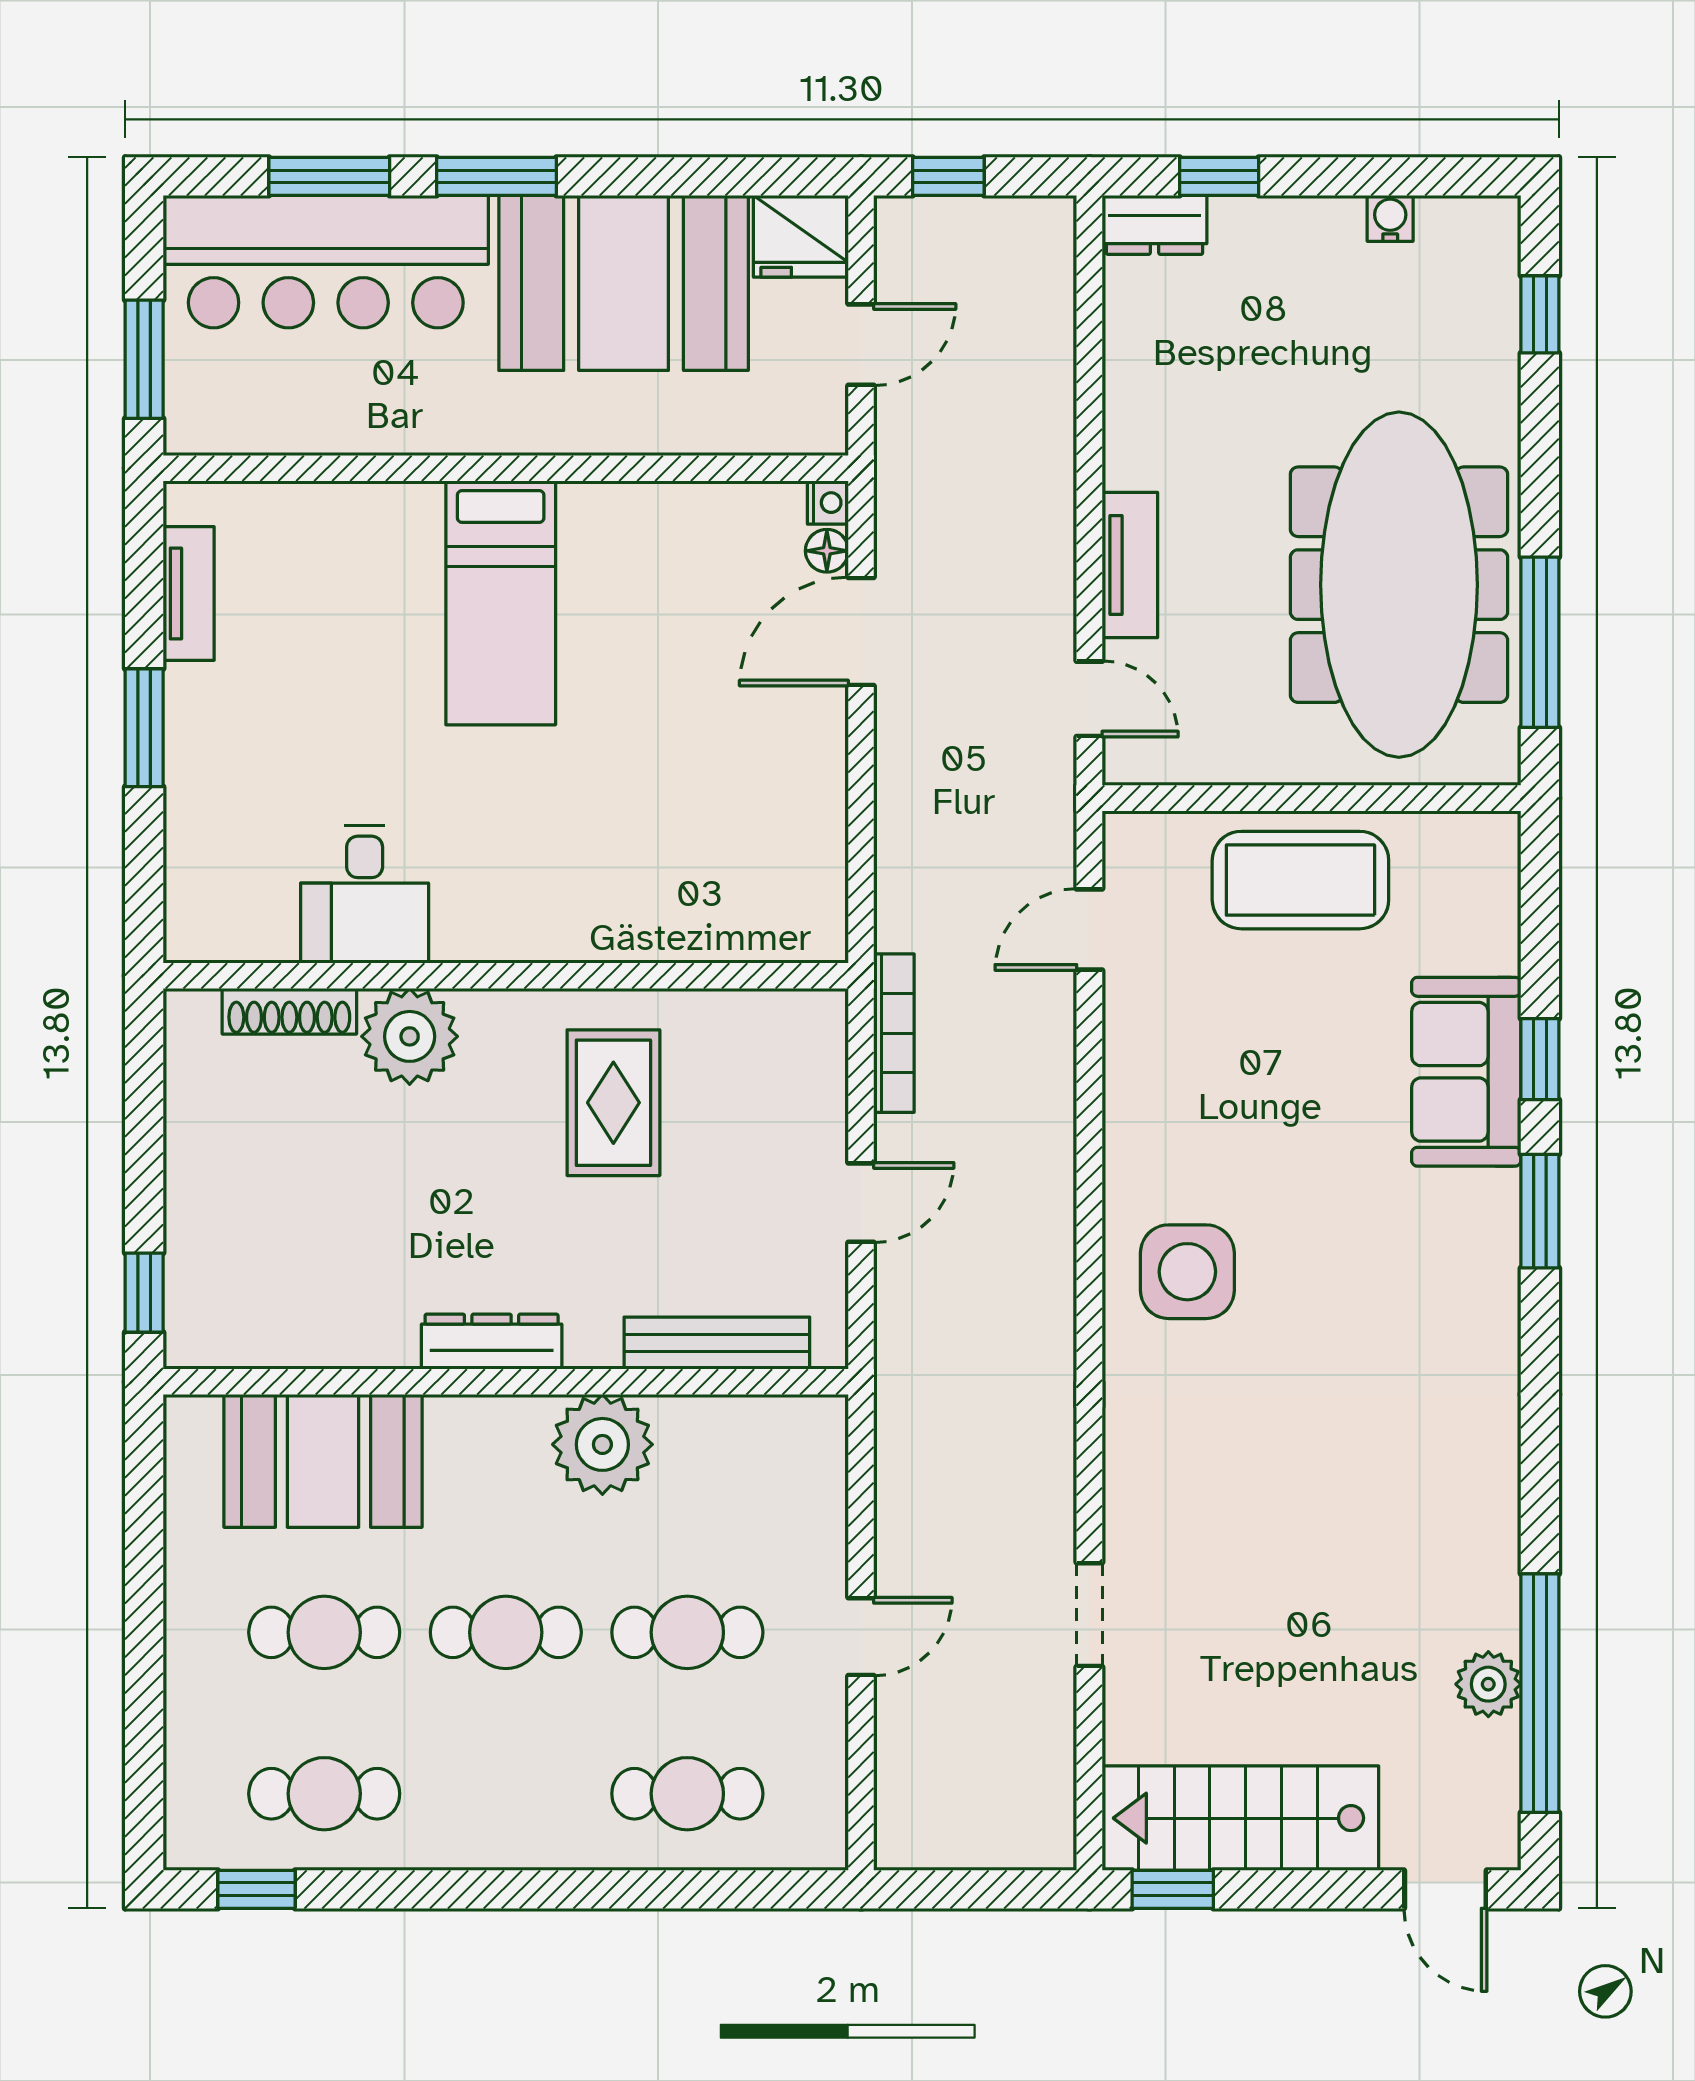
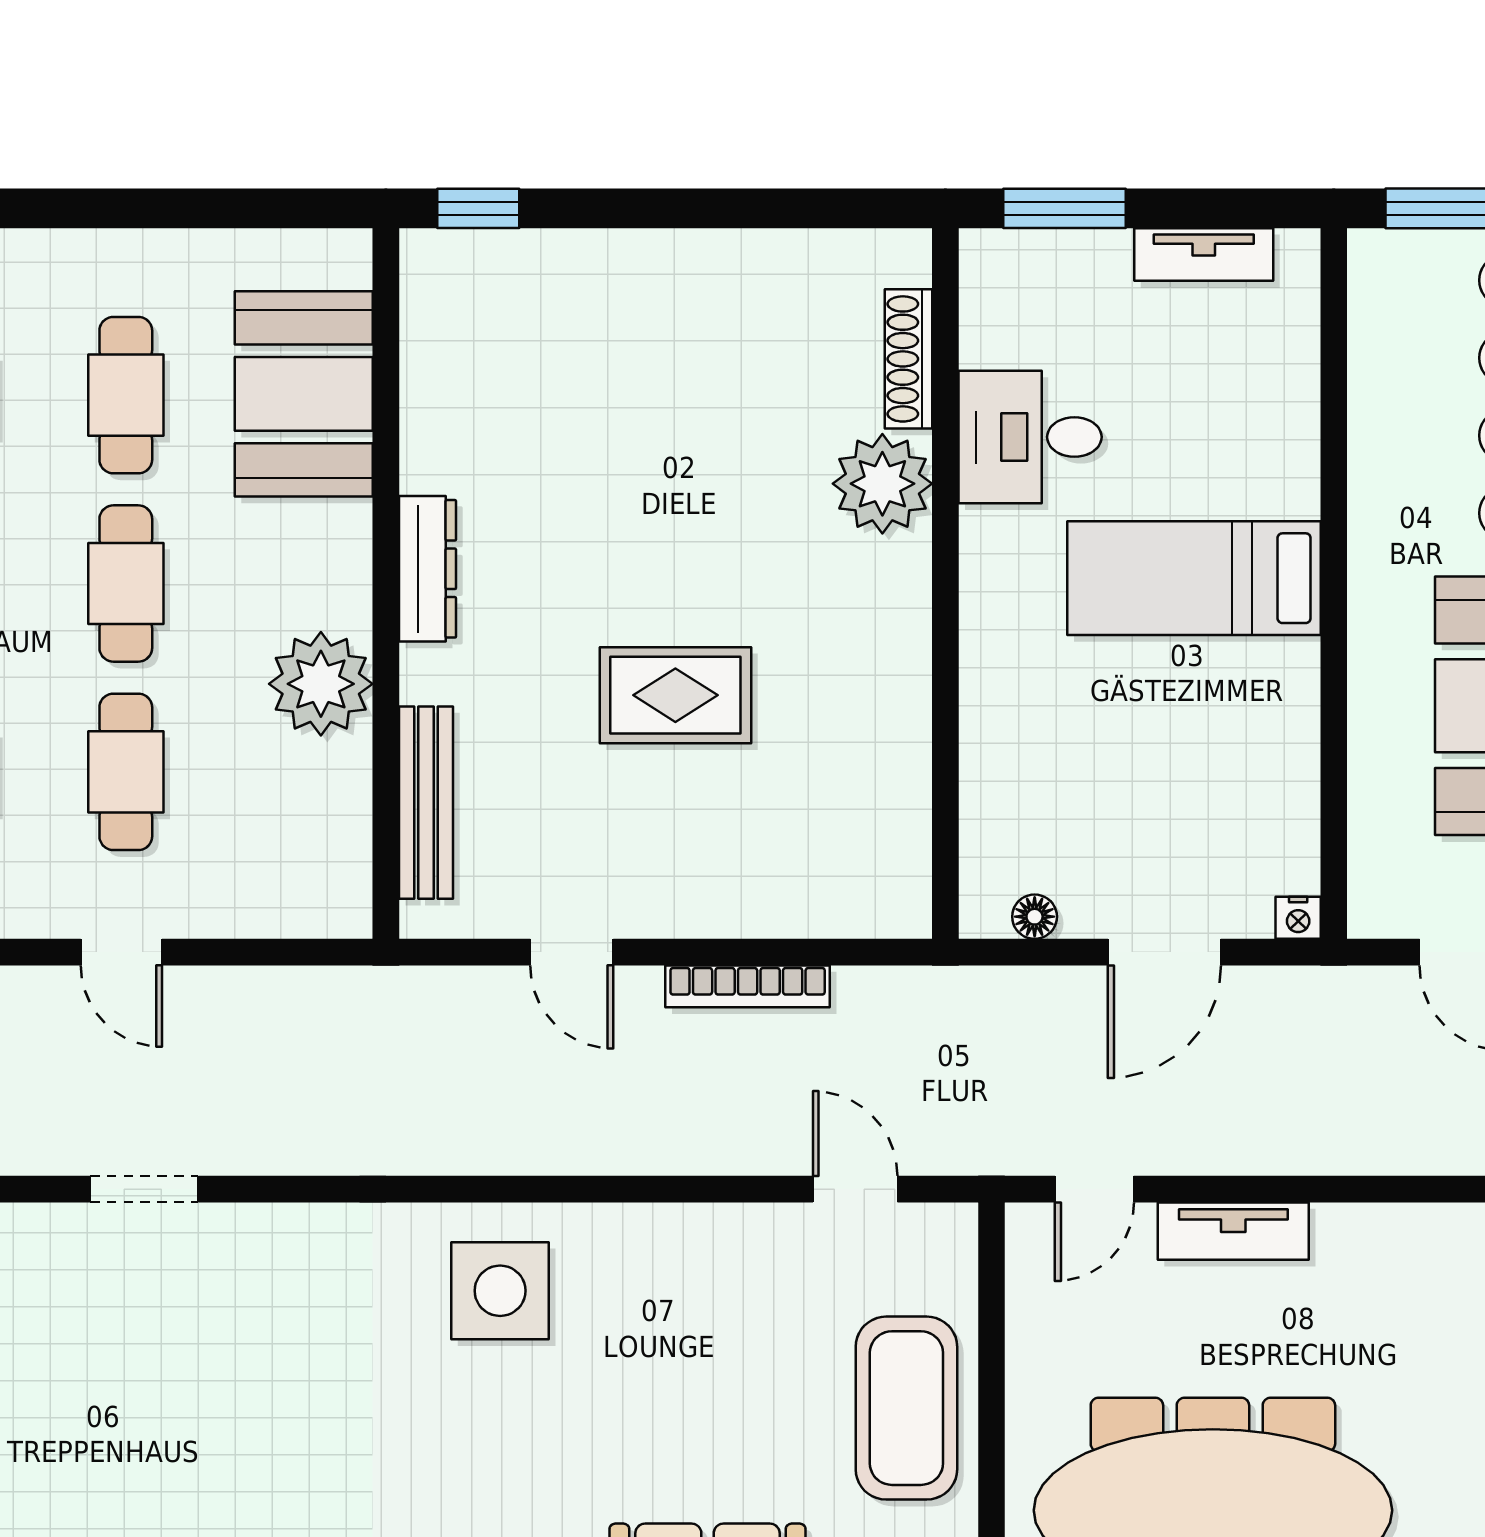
floor lamp: (827, 551) -> (1035, 917), moved
door: (861, 631) -> (1164, 952), swing flipped
desk: (365, 894) -> (1030, 437), moved
wall: (506, 976) -> (945, 583), moved
shoe rack: (289, 1011) -> (909, 359), moved
plant: (410, 1036) -> (882, 484), moved

